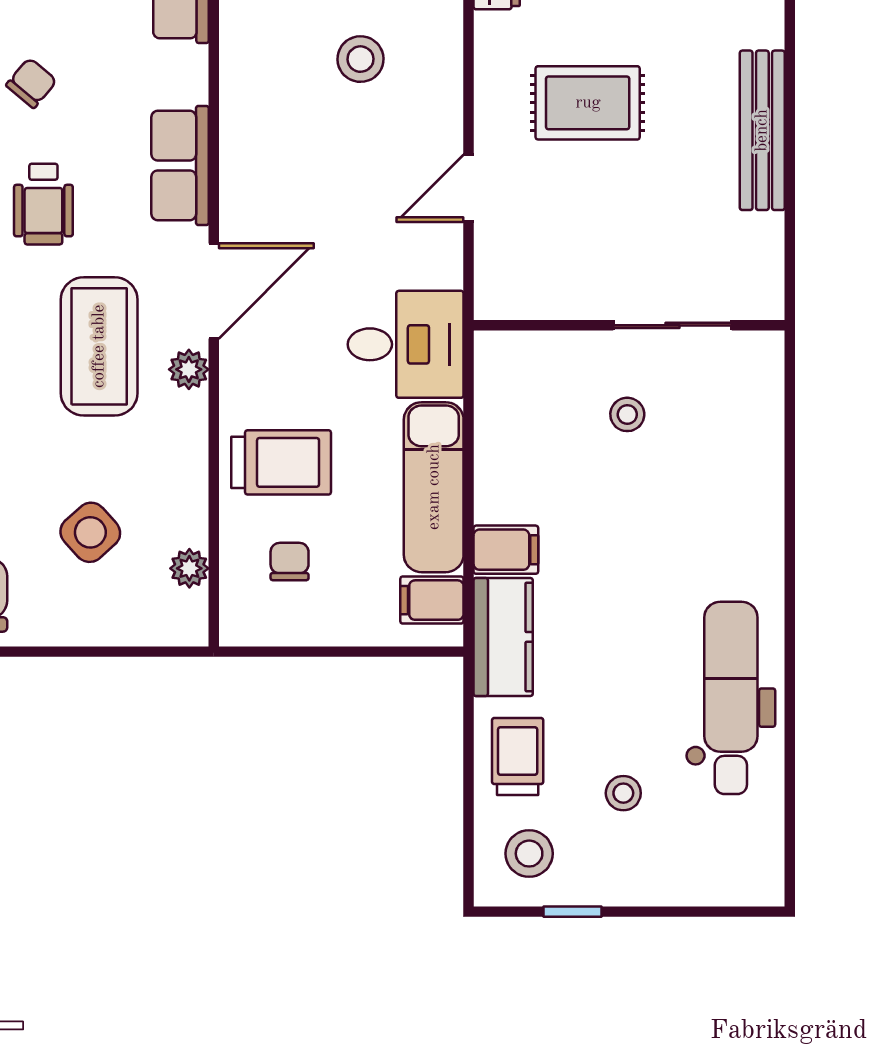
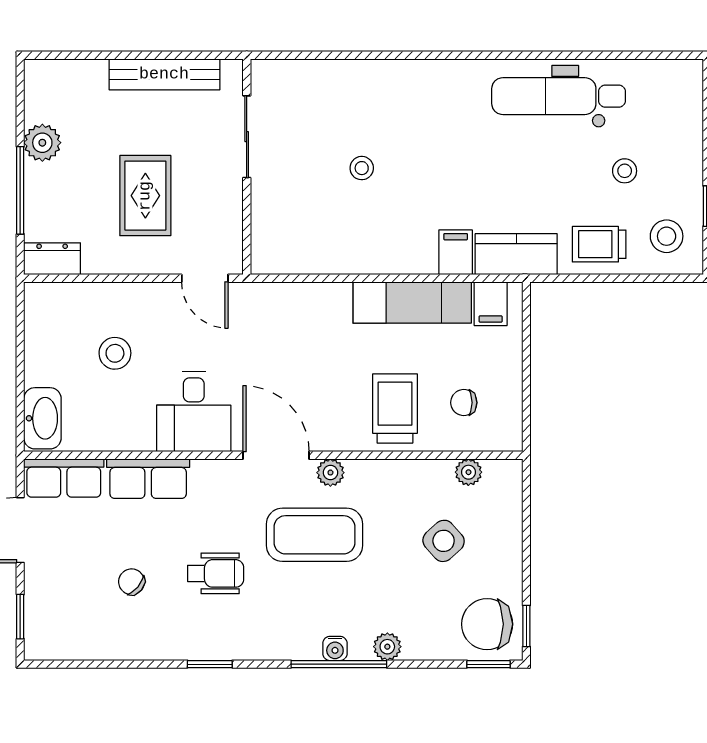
row of seats: (180, 165) -> (148, 479), moved
wall: (629, 325) -> (247, 167), moved
sliding door: (672, 325) -> (247, 137), moved
desk: (406, 344) -> (194, 412), moved, turned 180

